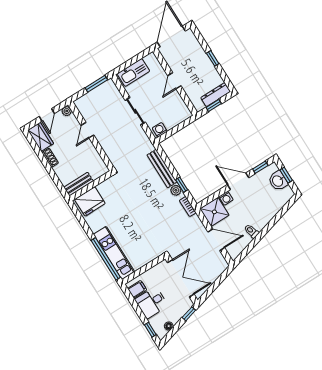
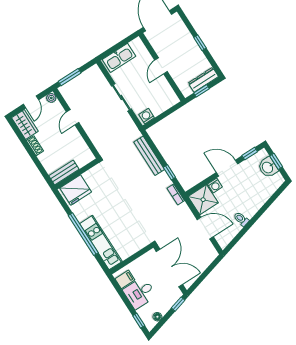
window: (96, 84) -> (70, 77), moved
plant: (176, 190) -> (164, 178), removed
window: (106, 259) -> (83, 234), moved

